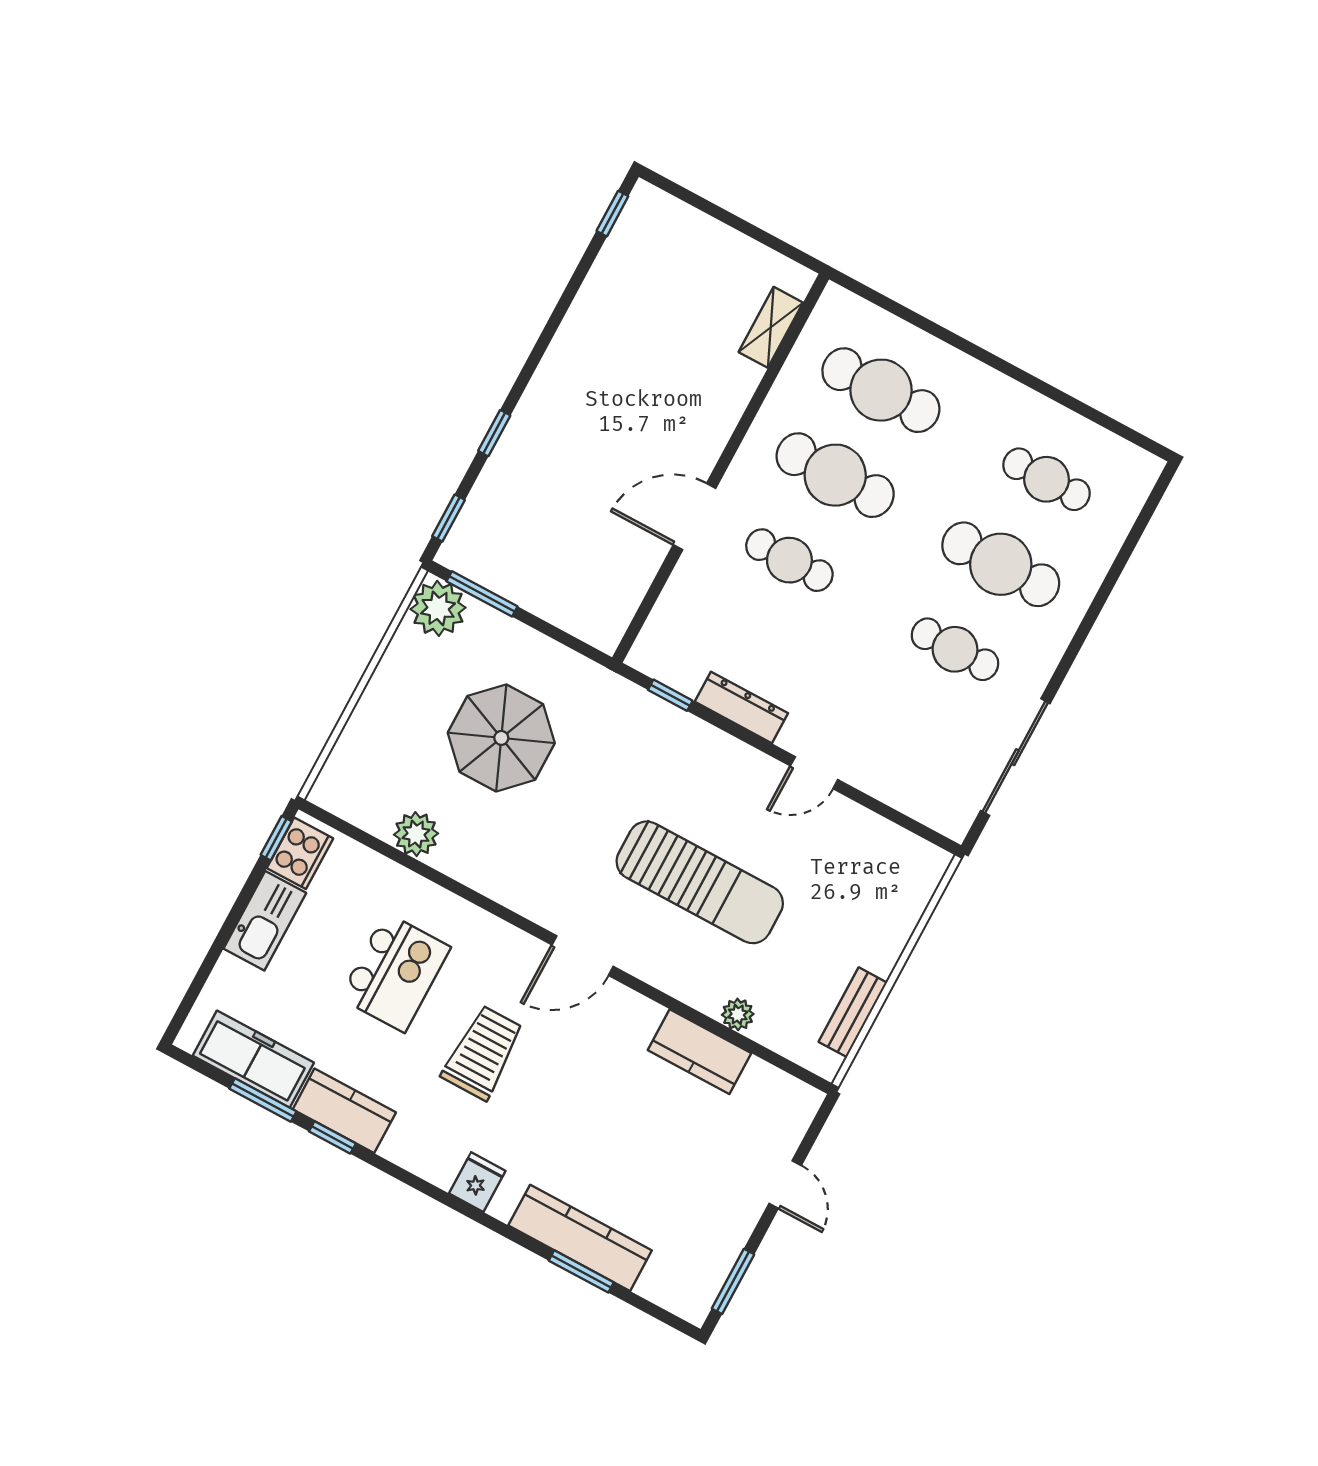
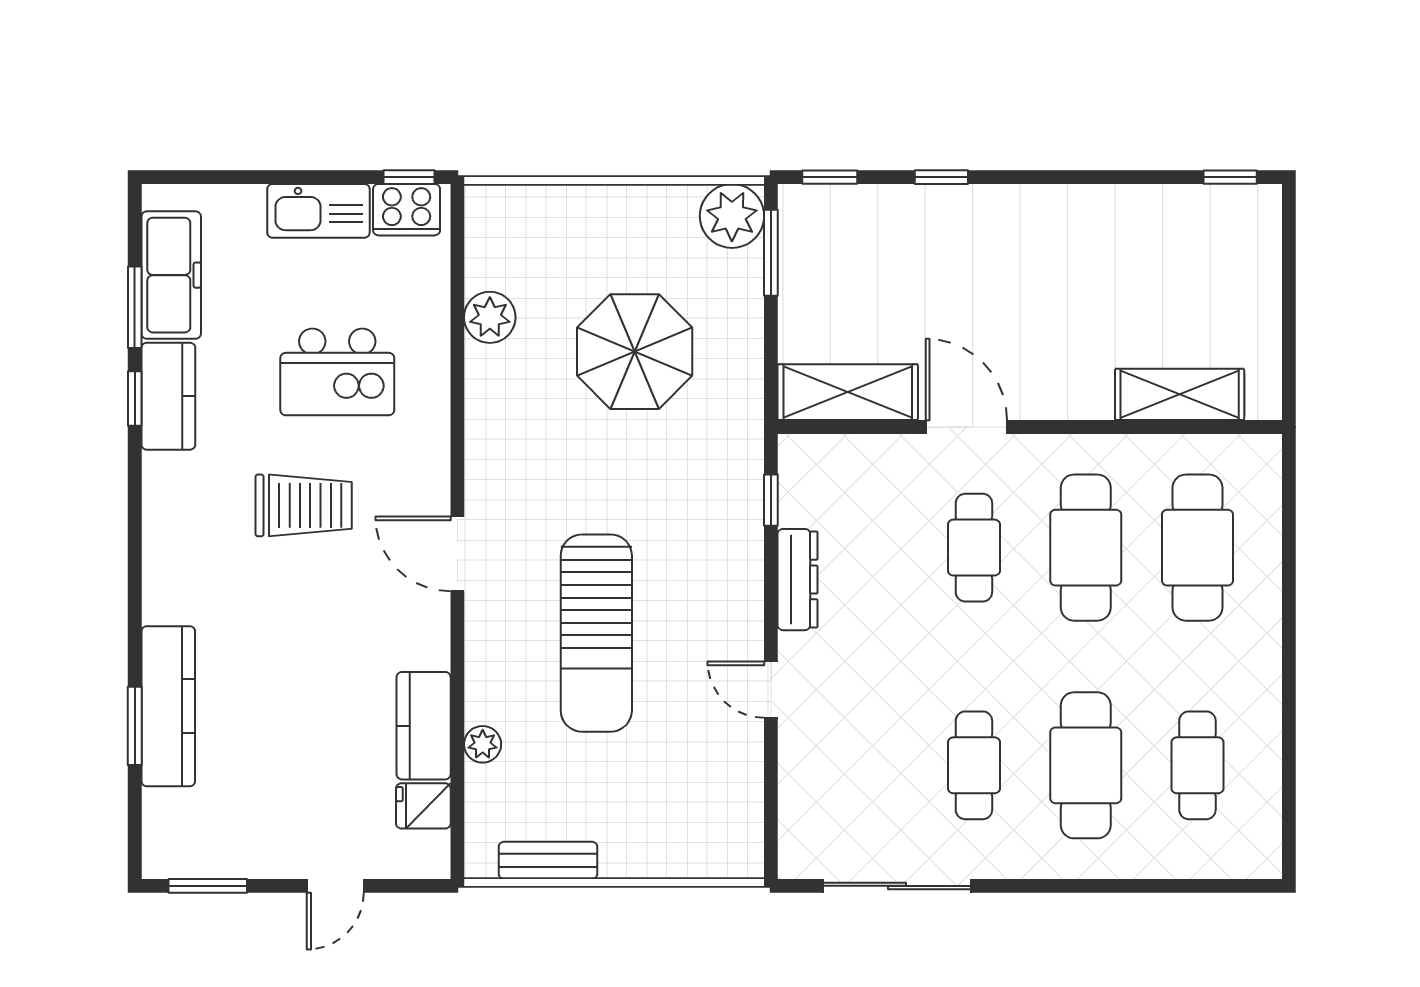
shelving: (771, 327) -> (1180, 394), width x1.50, depth x1.33
shelving: (619, 592) -> (848, 392), added
fridge: (477, 1182) -> (423, 806), moved, turned 180

